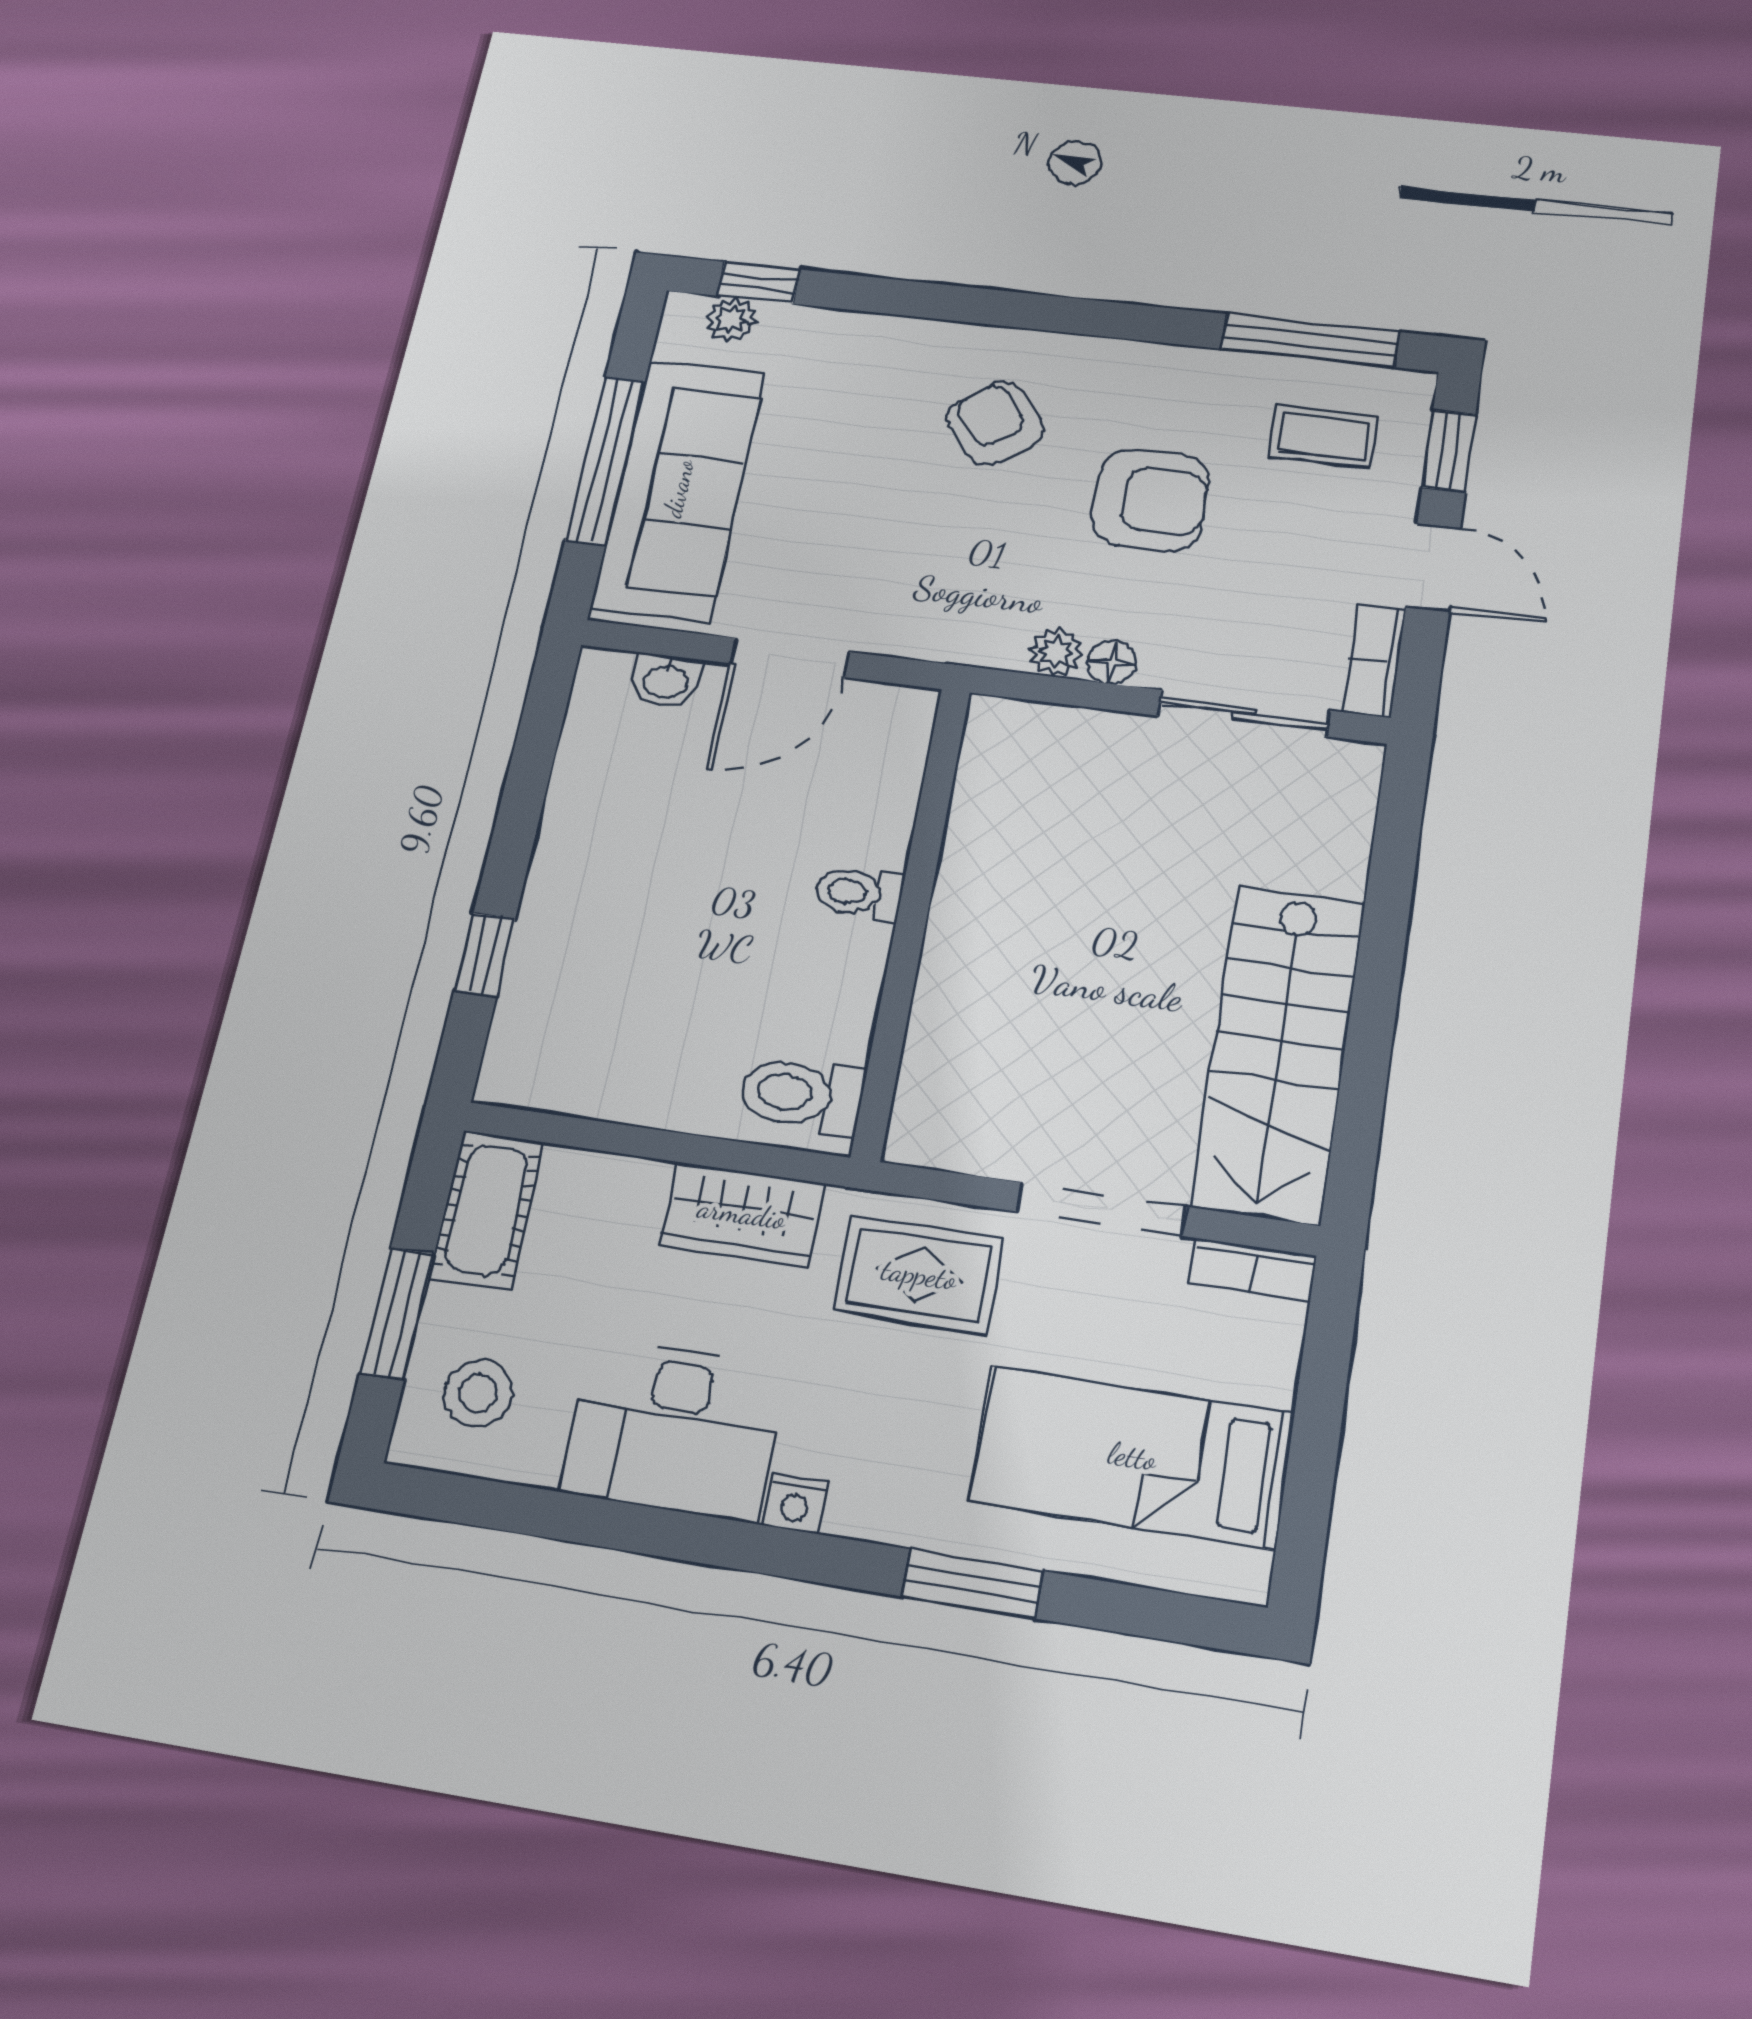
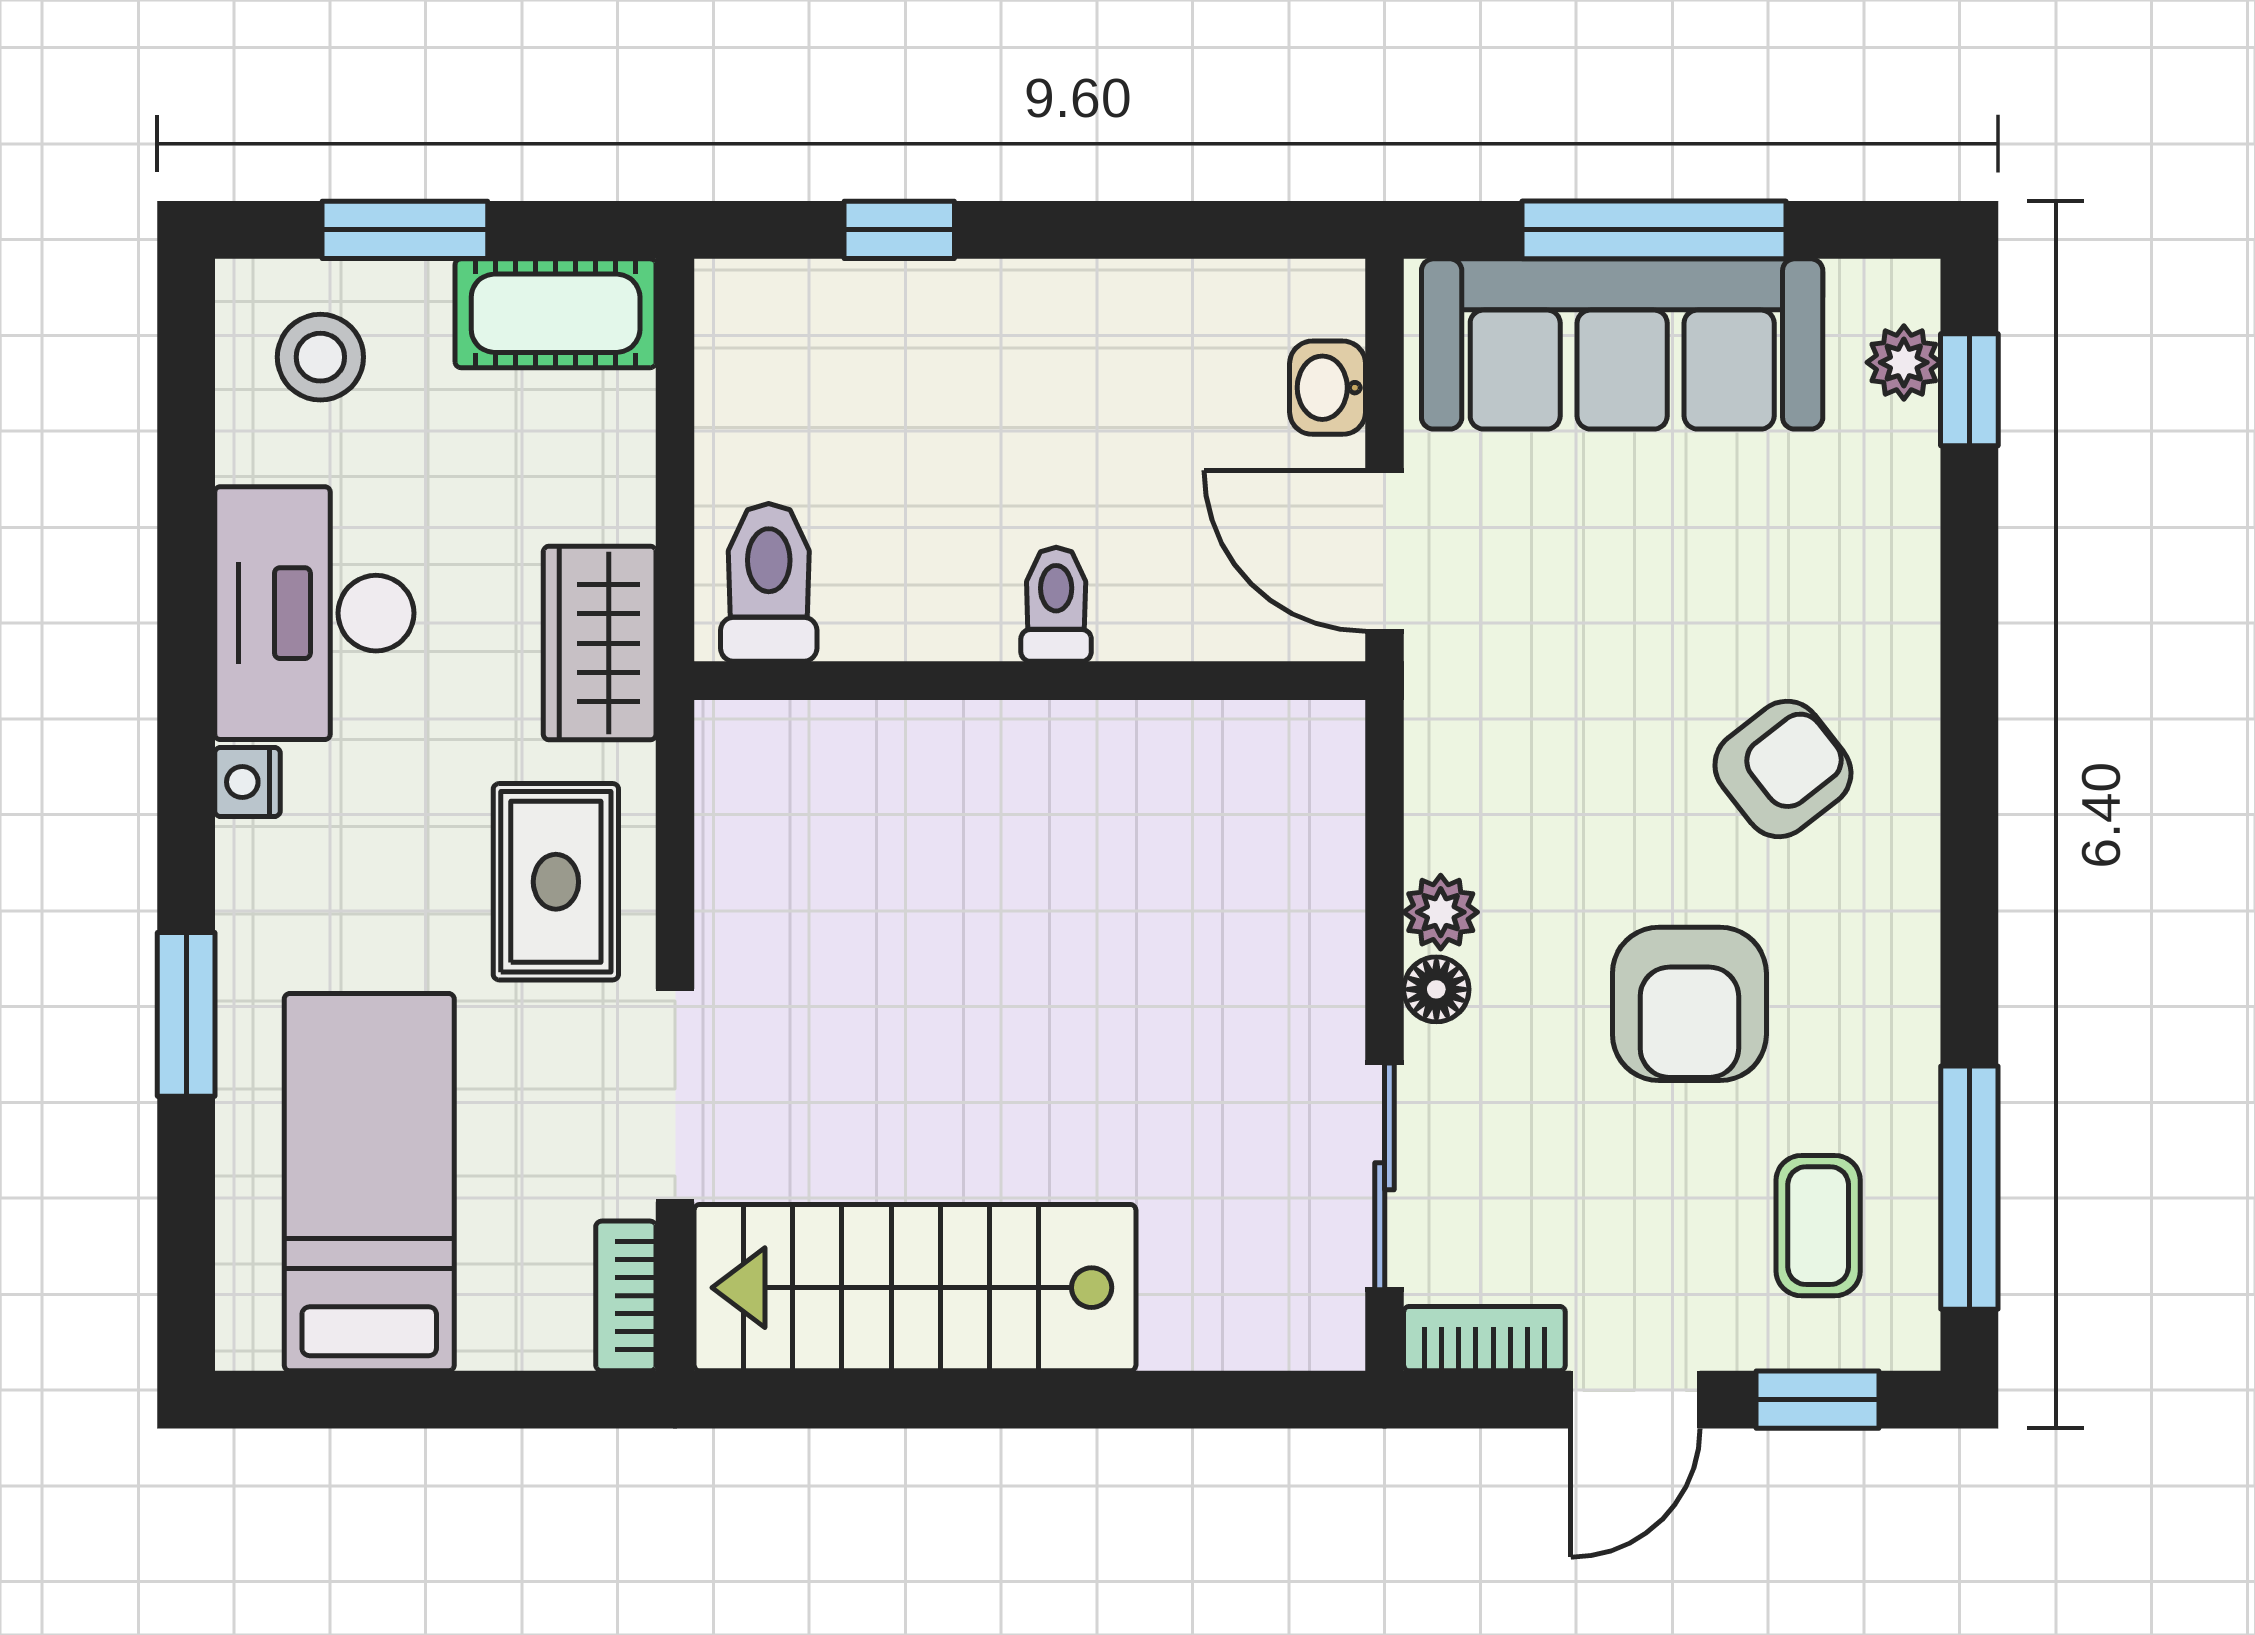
toilet: (859, 893) -> (1056, 604), moved
wall: (912, 919) -> (1030, 681), moved
toilet: (802, 1095) -> (769, 582), moved

